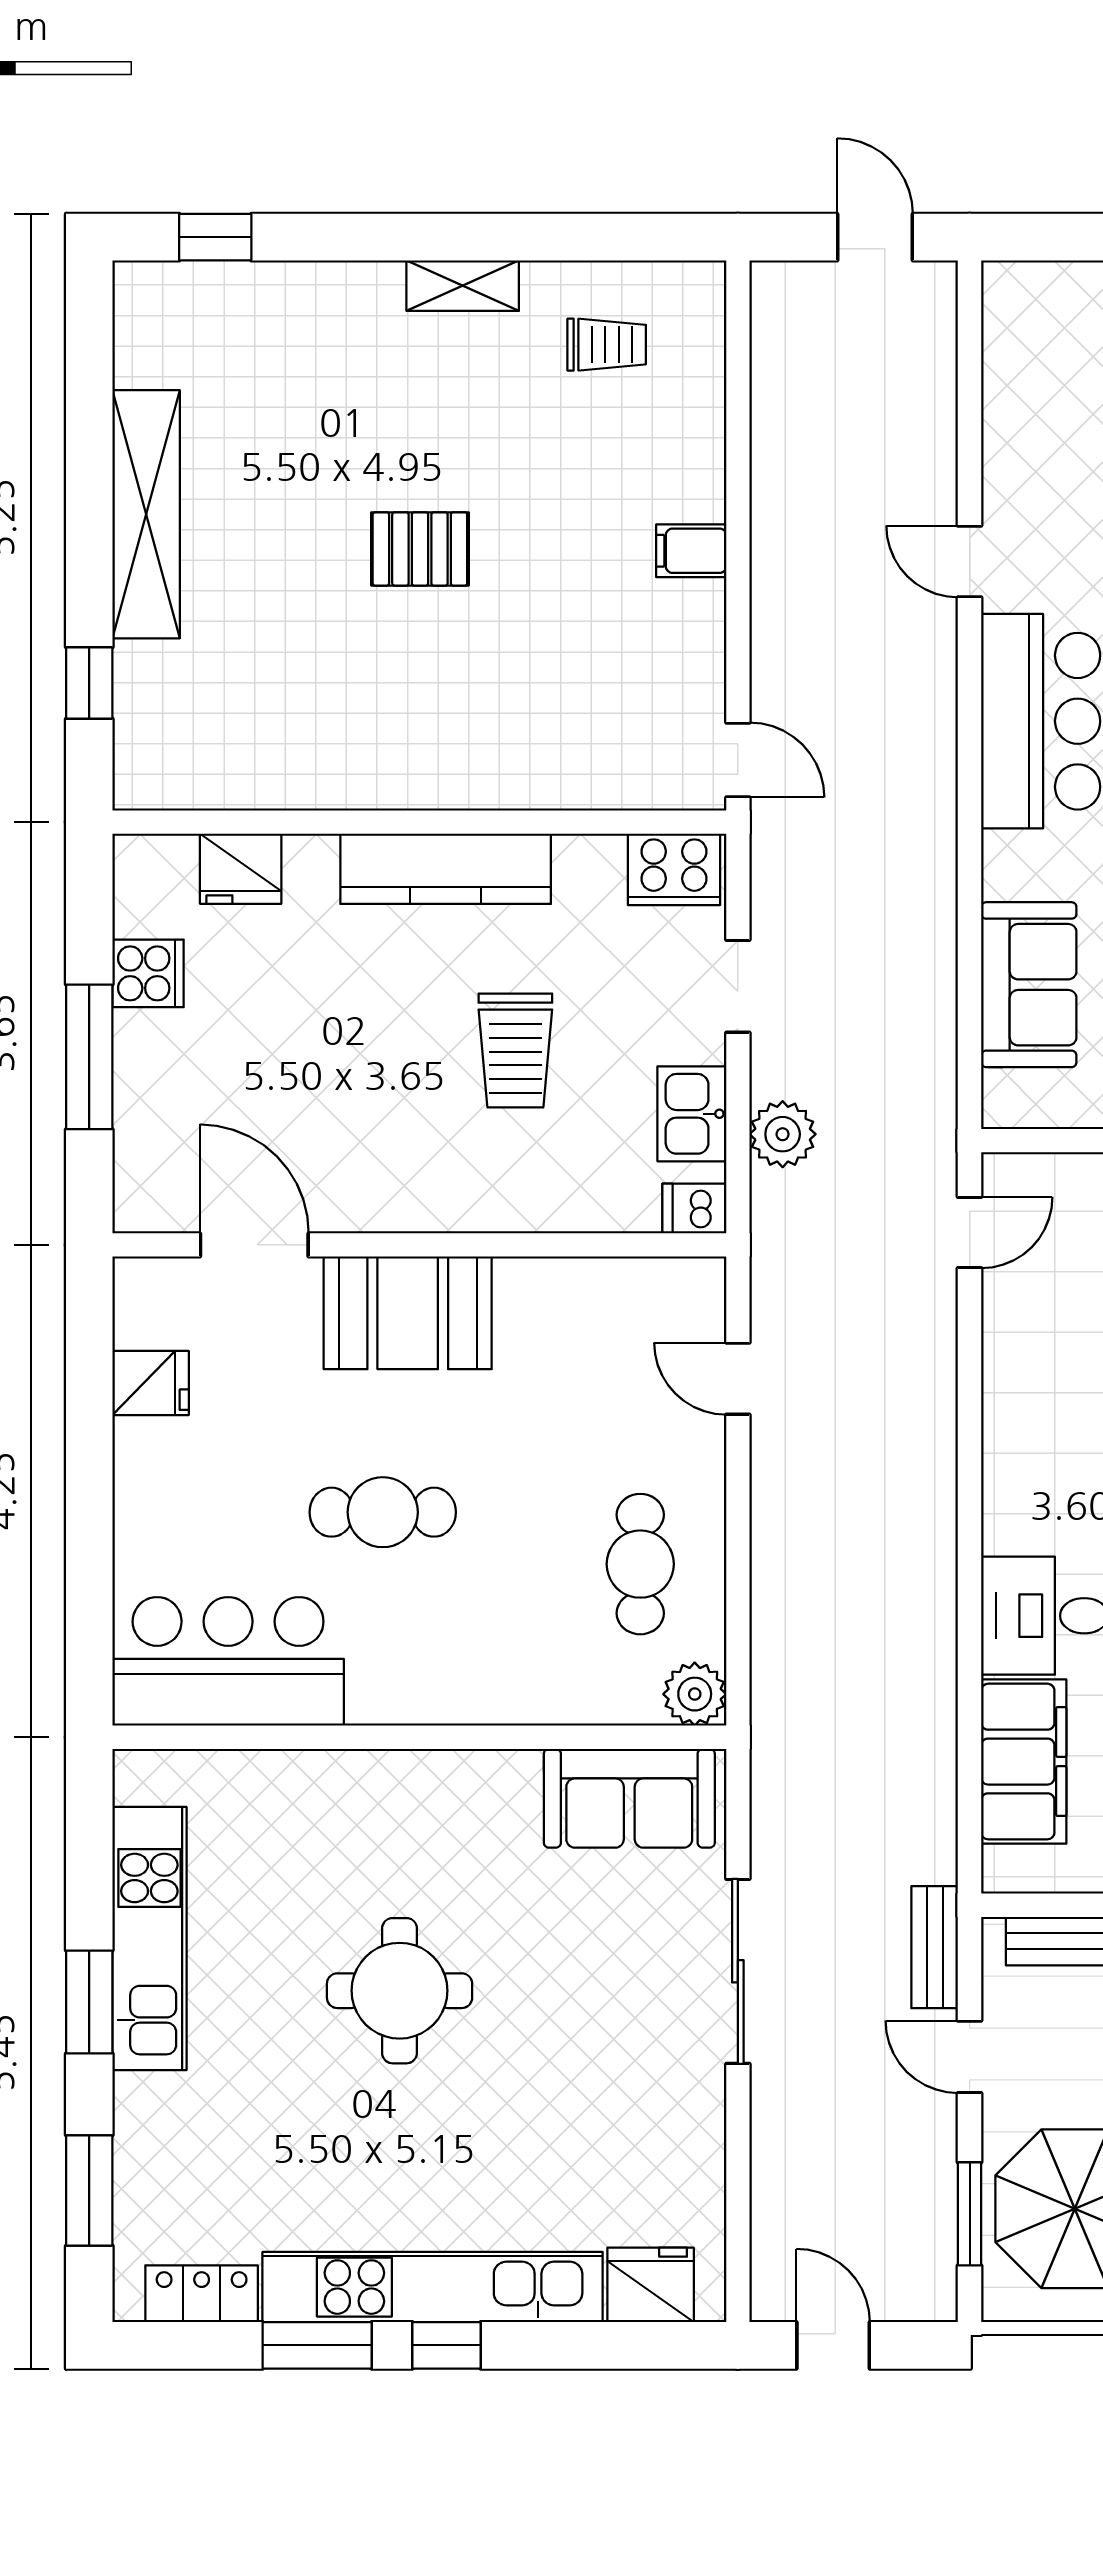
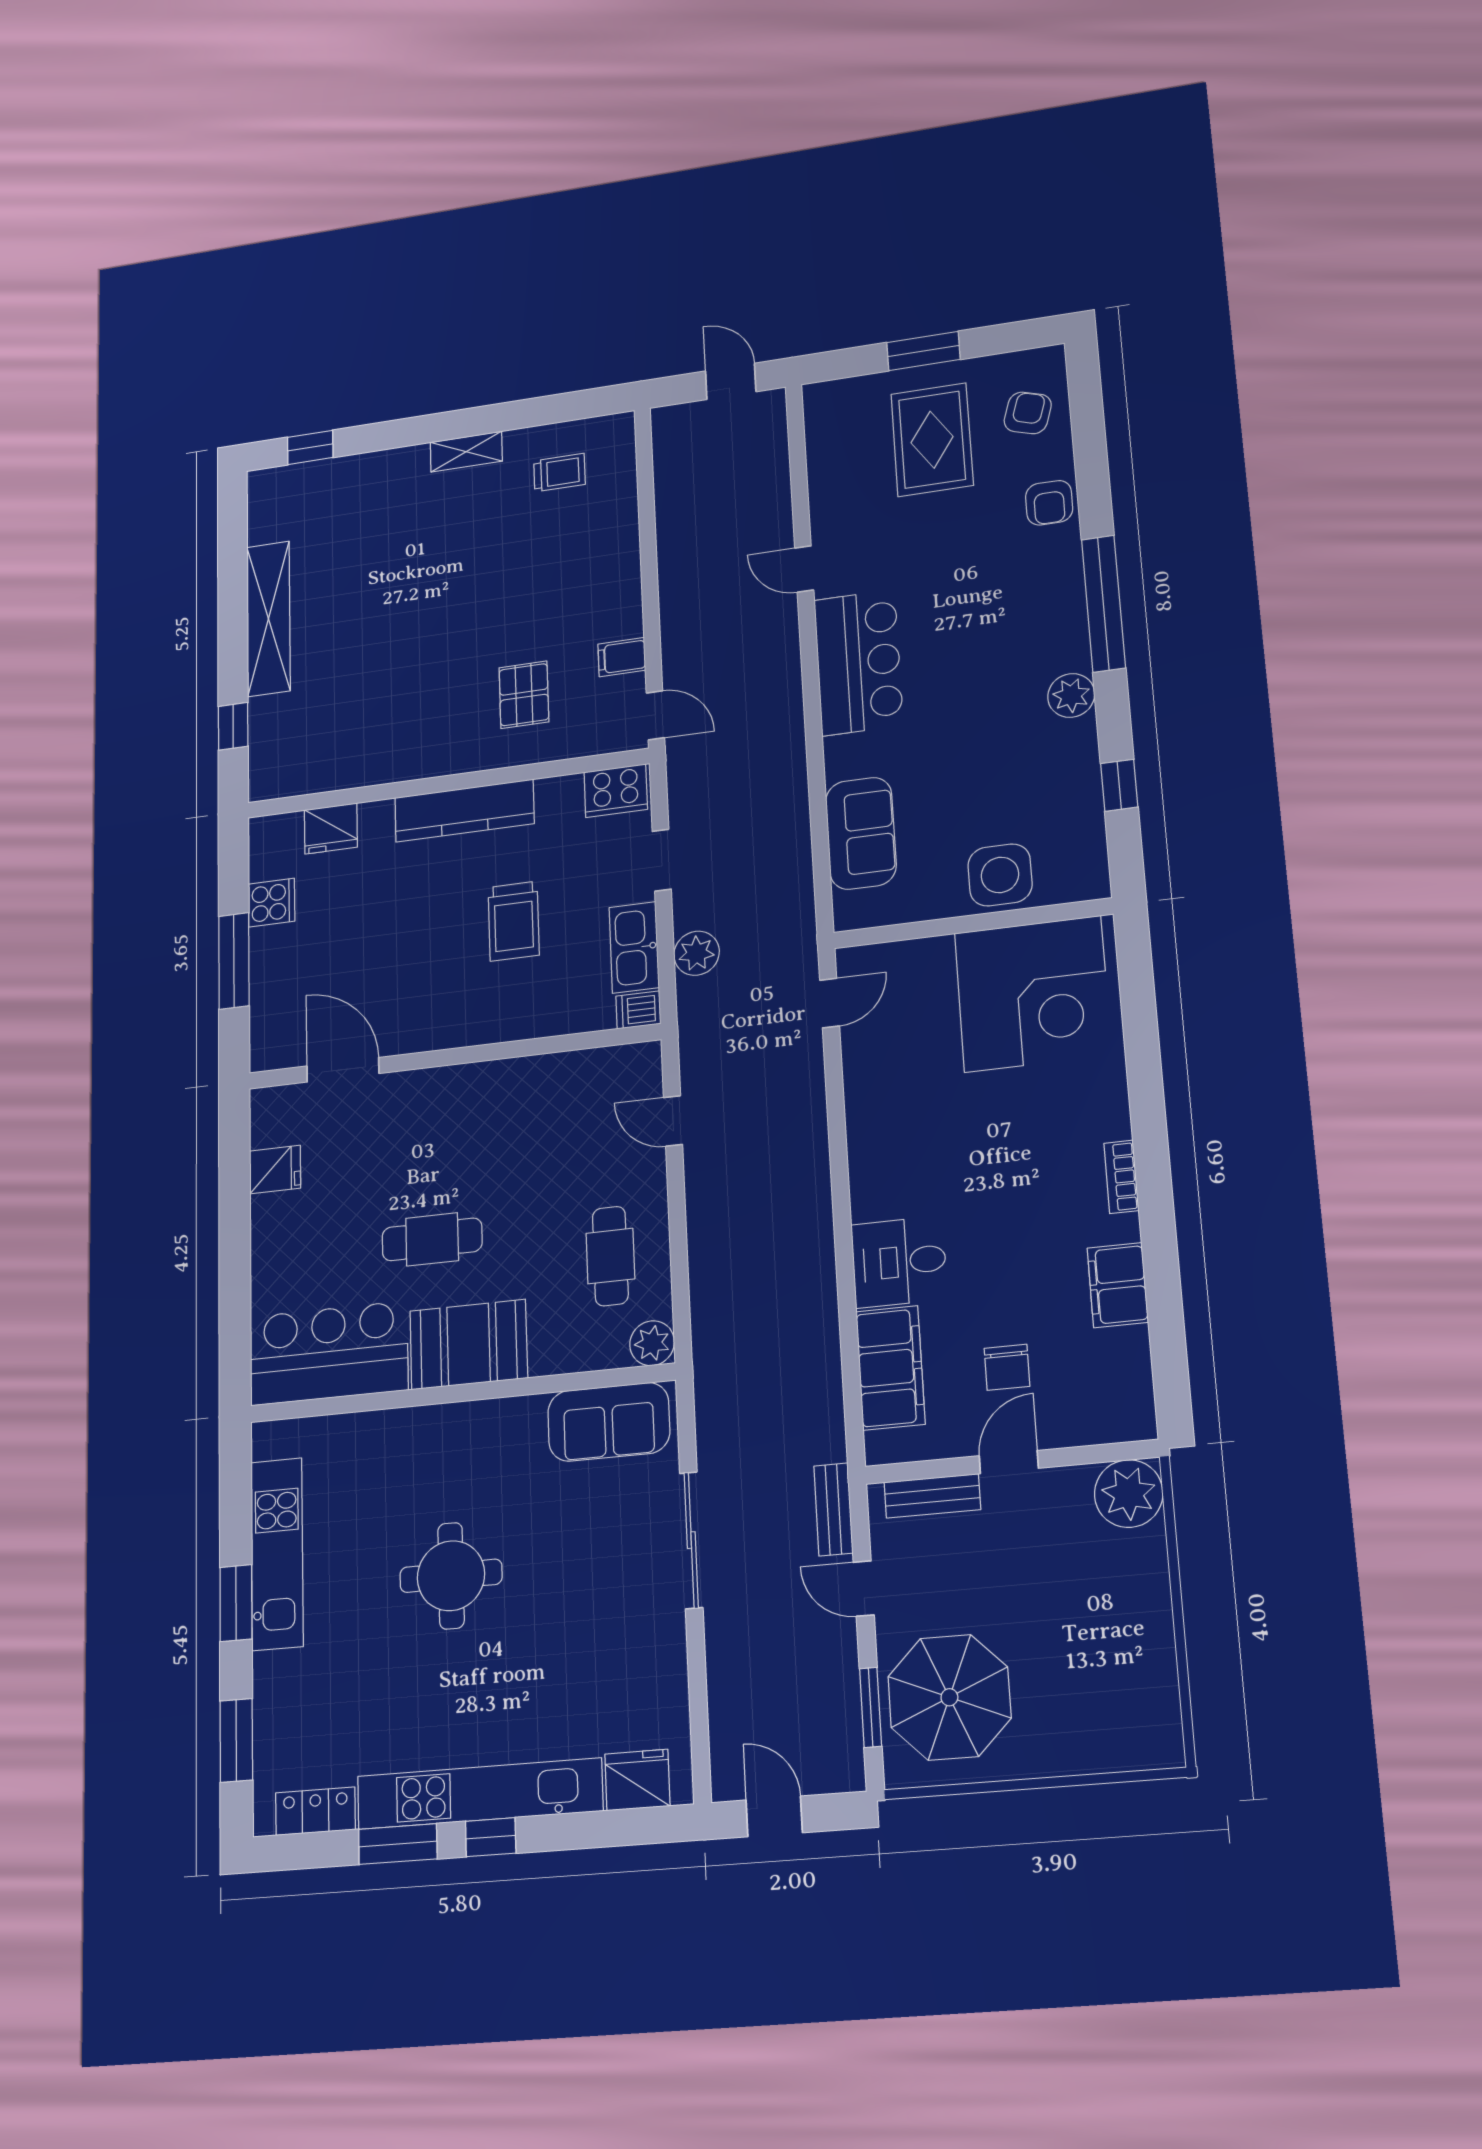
pallet: (420, 549) -> (524, 695), moved, turned 90
filing cabinet: (691, 551) -> (622, 657), moved
kitchen sink: (692, 1114) -> (634, 947), width x1.38
booth: (408, 1313) -> (469, 1344), moved

